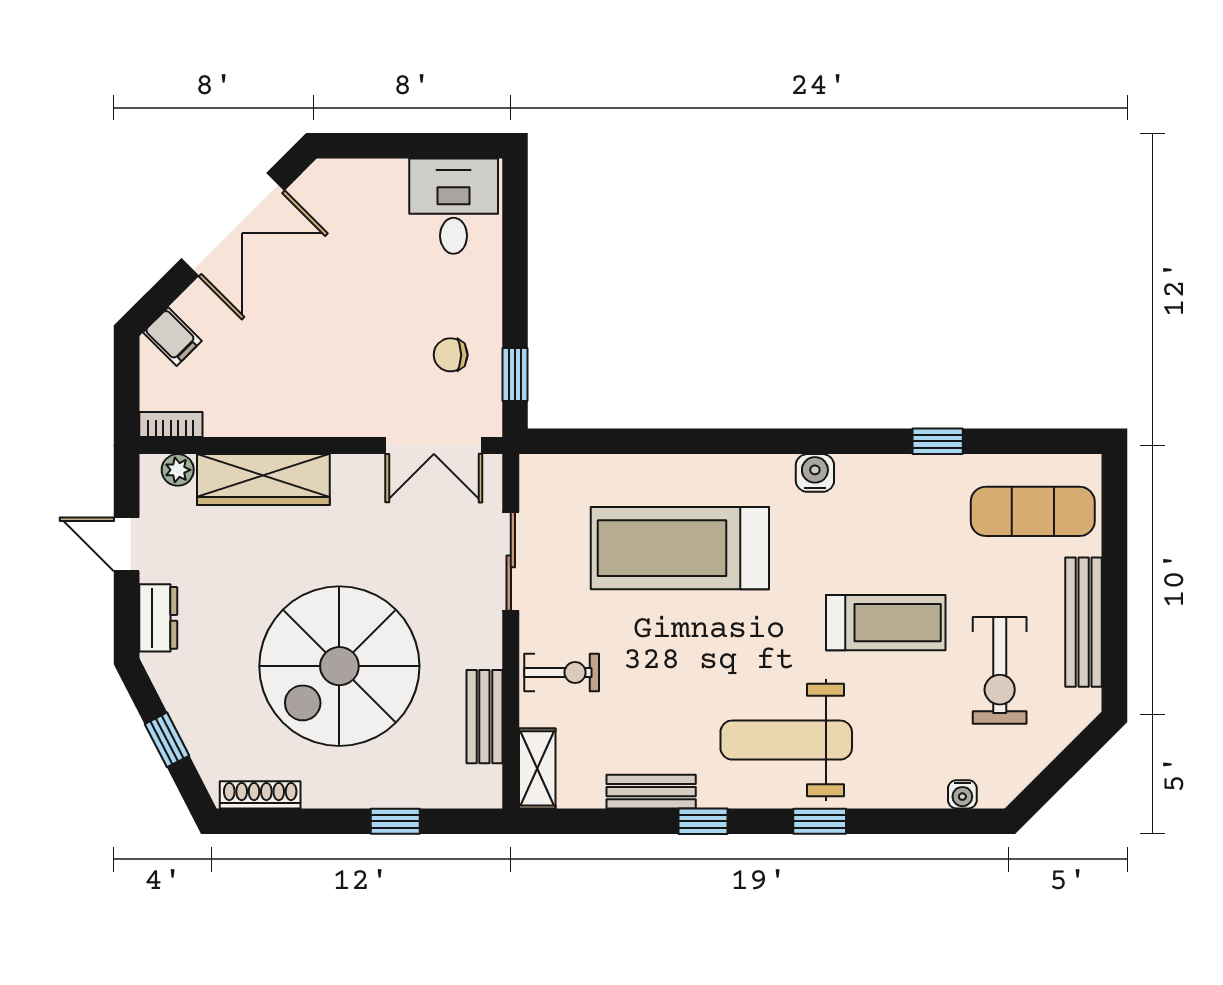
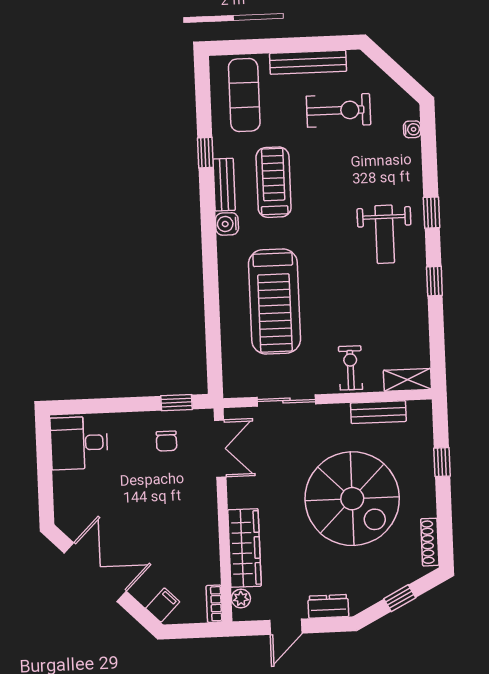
treadmill: (886, 623) -> (274, 182), moved
weight bench: (786, 740) -> (385, 234), width x0.73, depth x0.75
bench: (651, 792) -> (224, 185), moved

